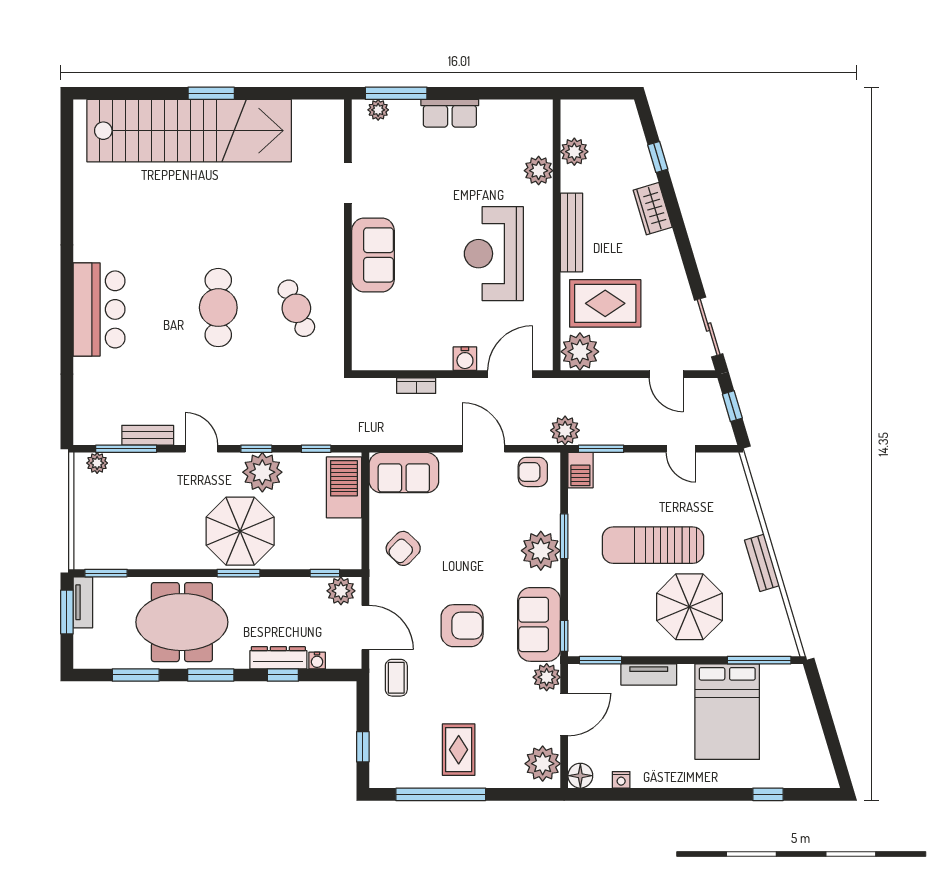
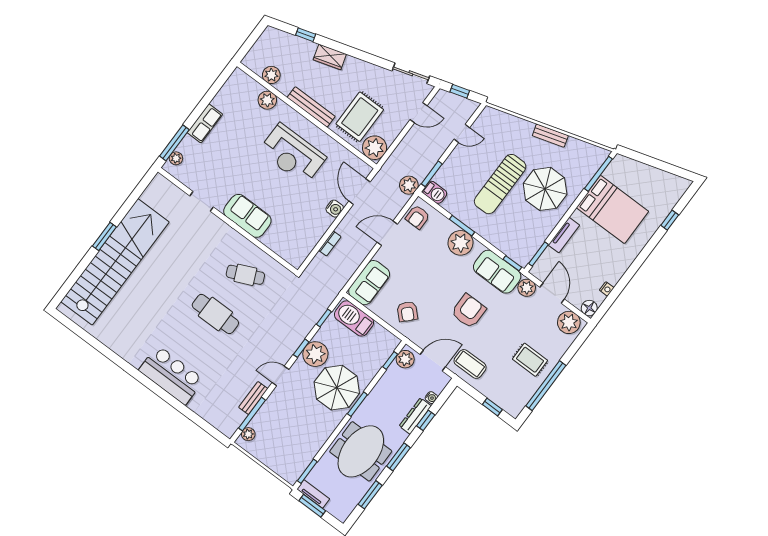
coffee table: (396, 678) -> (470, 364), width x1.36, depth x1.30

